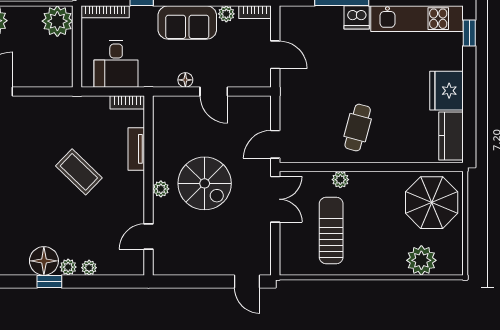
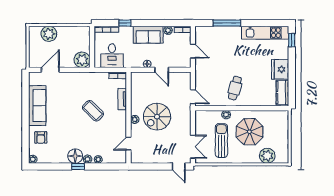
dishwasher: (357, 17) -> (234, 32), removed
plant: (57, 21) -> (82, 60), moved
door: (275, 144) -> (193, 97), swing flipped
spiral stairs: (205, 183) -> (157, 117), turned 90
double door: (275, 199) -> (193, 147), moved
parasol: (432, 203) -> (249, 132), moved

